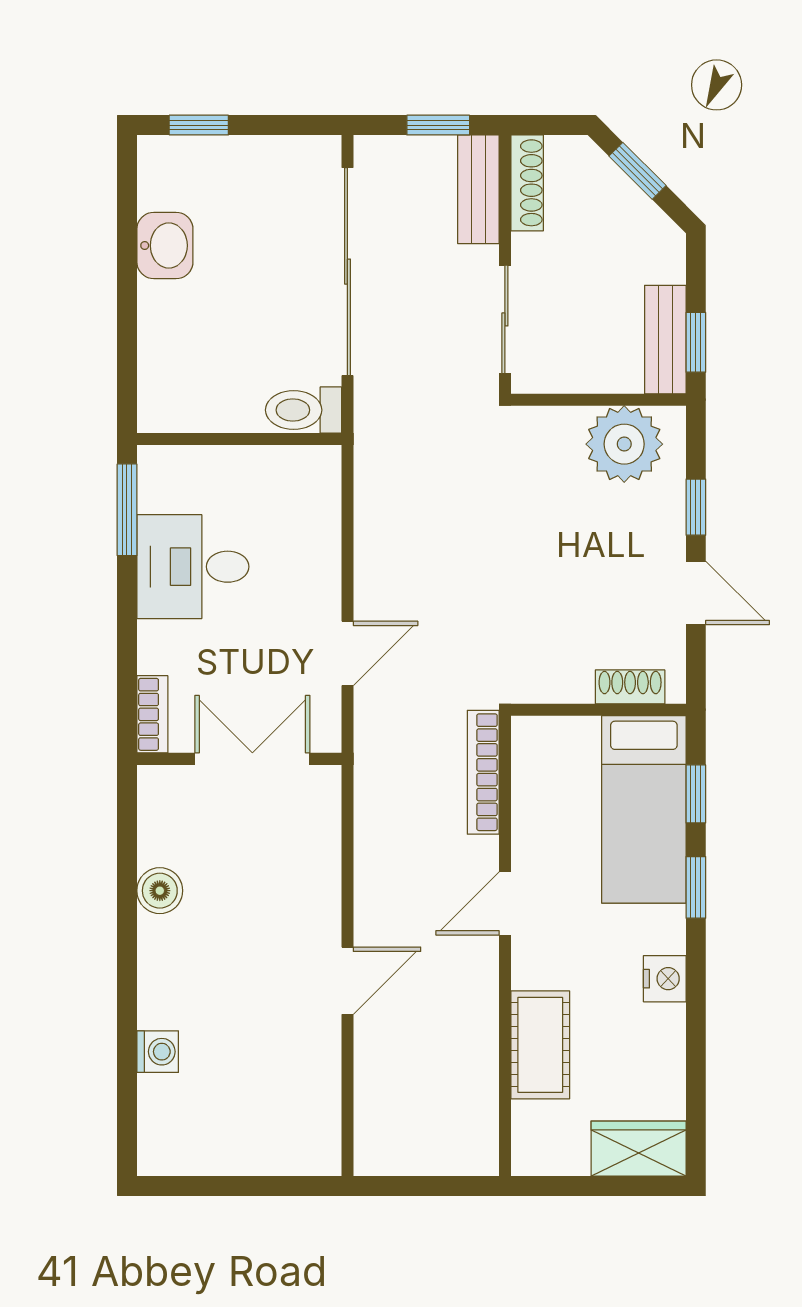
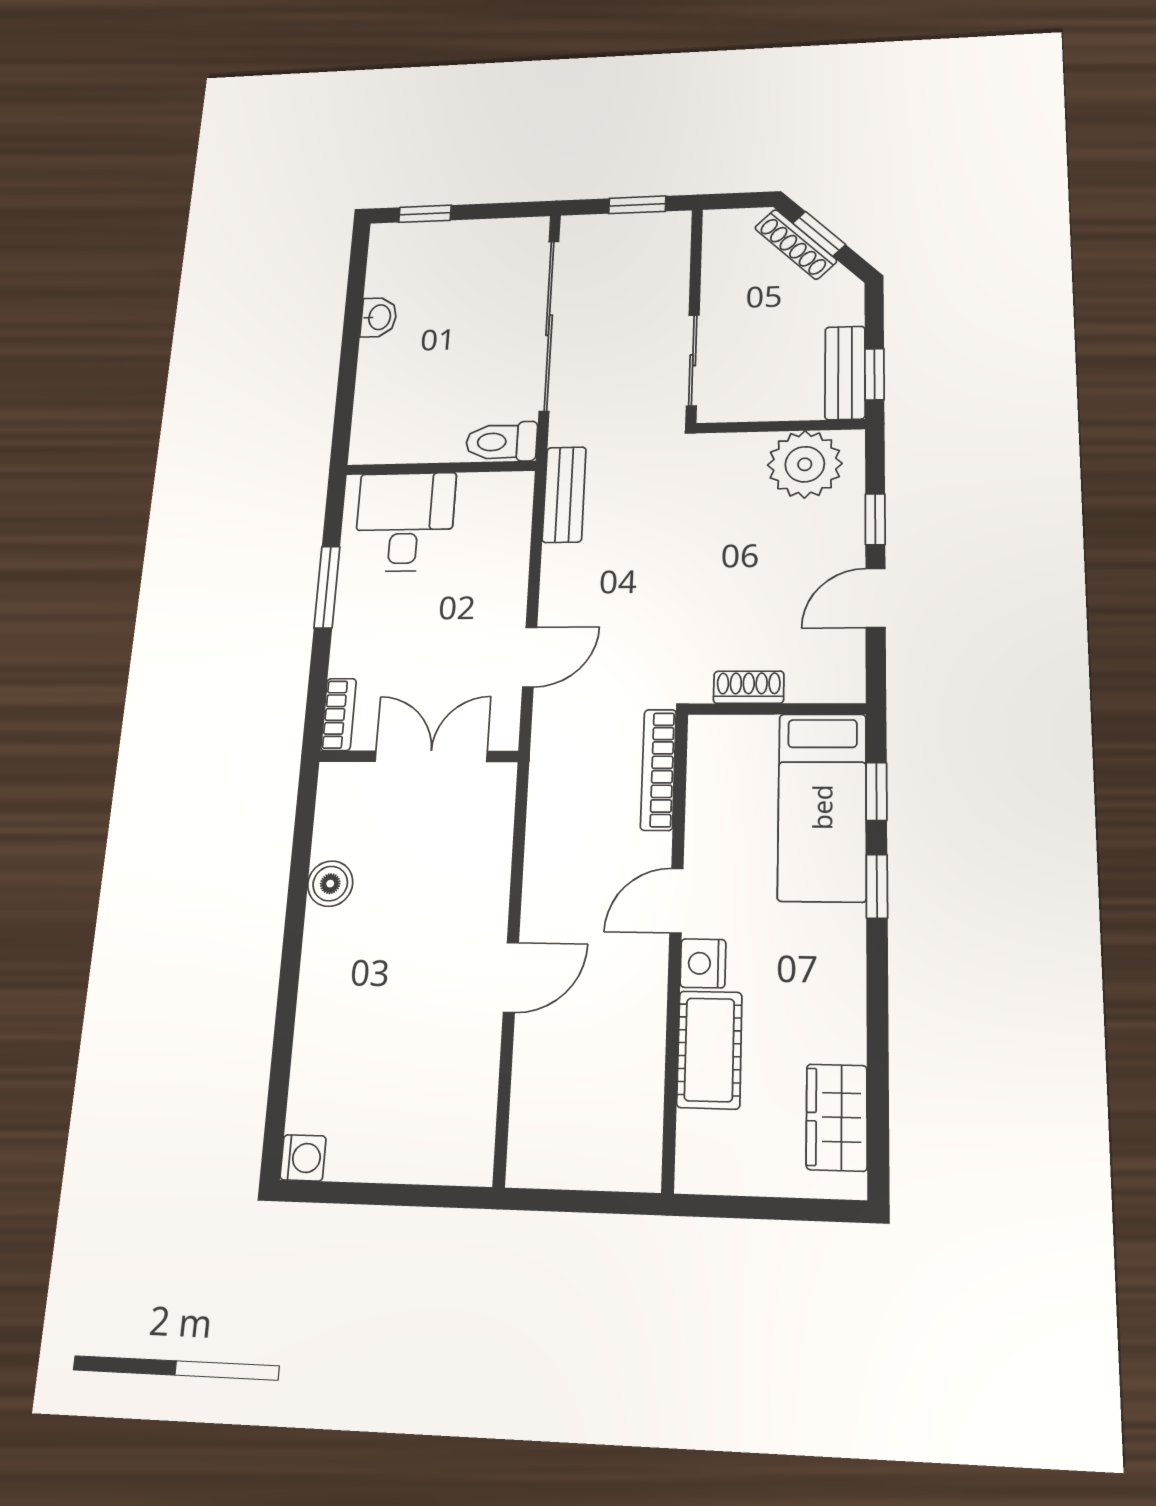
shoe rack: (527, 183) -> (796, 244), moved, turned 135
bench: (478, 189) -> (564, 495), moved
washbasin: (165, 246) -> (379, 317), width x0.72, depth x0.69
window: (127, 510) -> (327, 587), moved
desk: (193, 567) -> (405, 522), moved, turned 90
door: (696, 593) -> (876, 598), swing flipped
shoe rack: (630, 687) -> (749, 687), moved
nightstand: (665, 979) -> (703, 963), moved, turned 180
washing machine: (158, 1052) -> (303, 1158), moved
wardrobe: (639, 1149) -> (837, 1117), moved, turned -90

